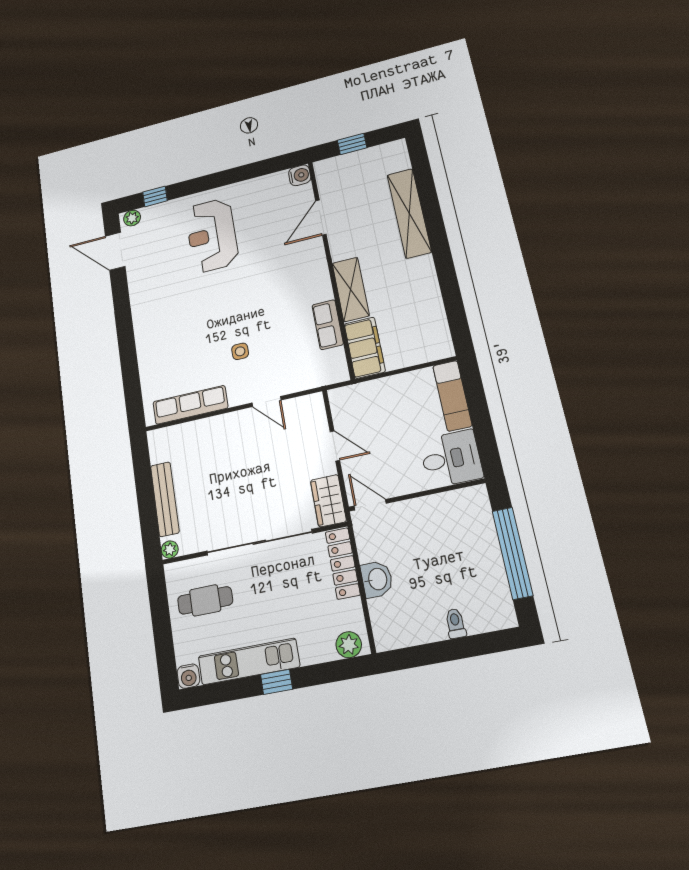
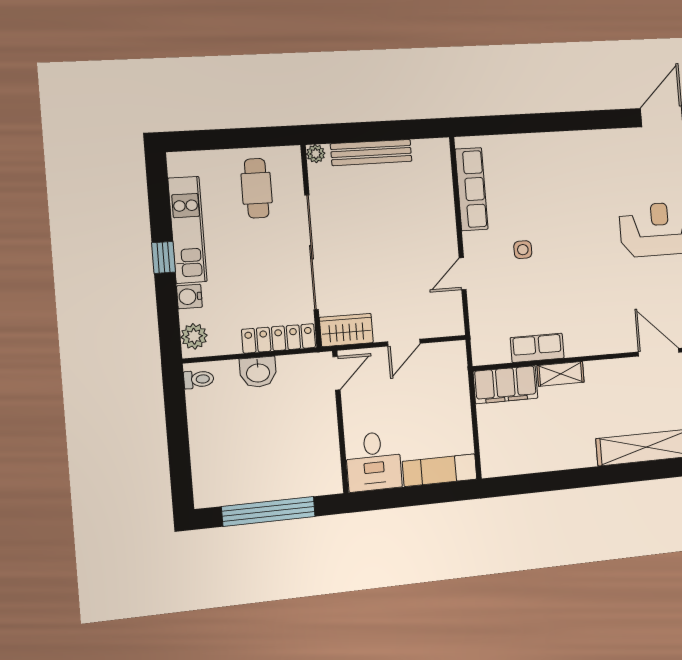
shelving: (351, 289) -> (561, 374), width x0.67, depth x0.75
toilet: (455, 623) -> (199, 379), moved
water cooler: (189, 676) -> (189, 297), moved

